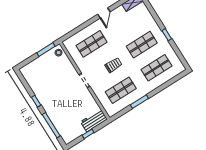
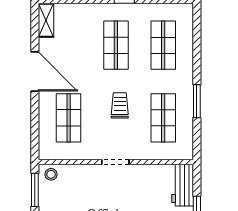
door: (104, 13) -> (35, 72), width x1.88

